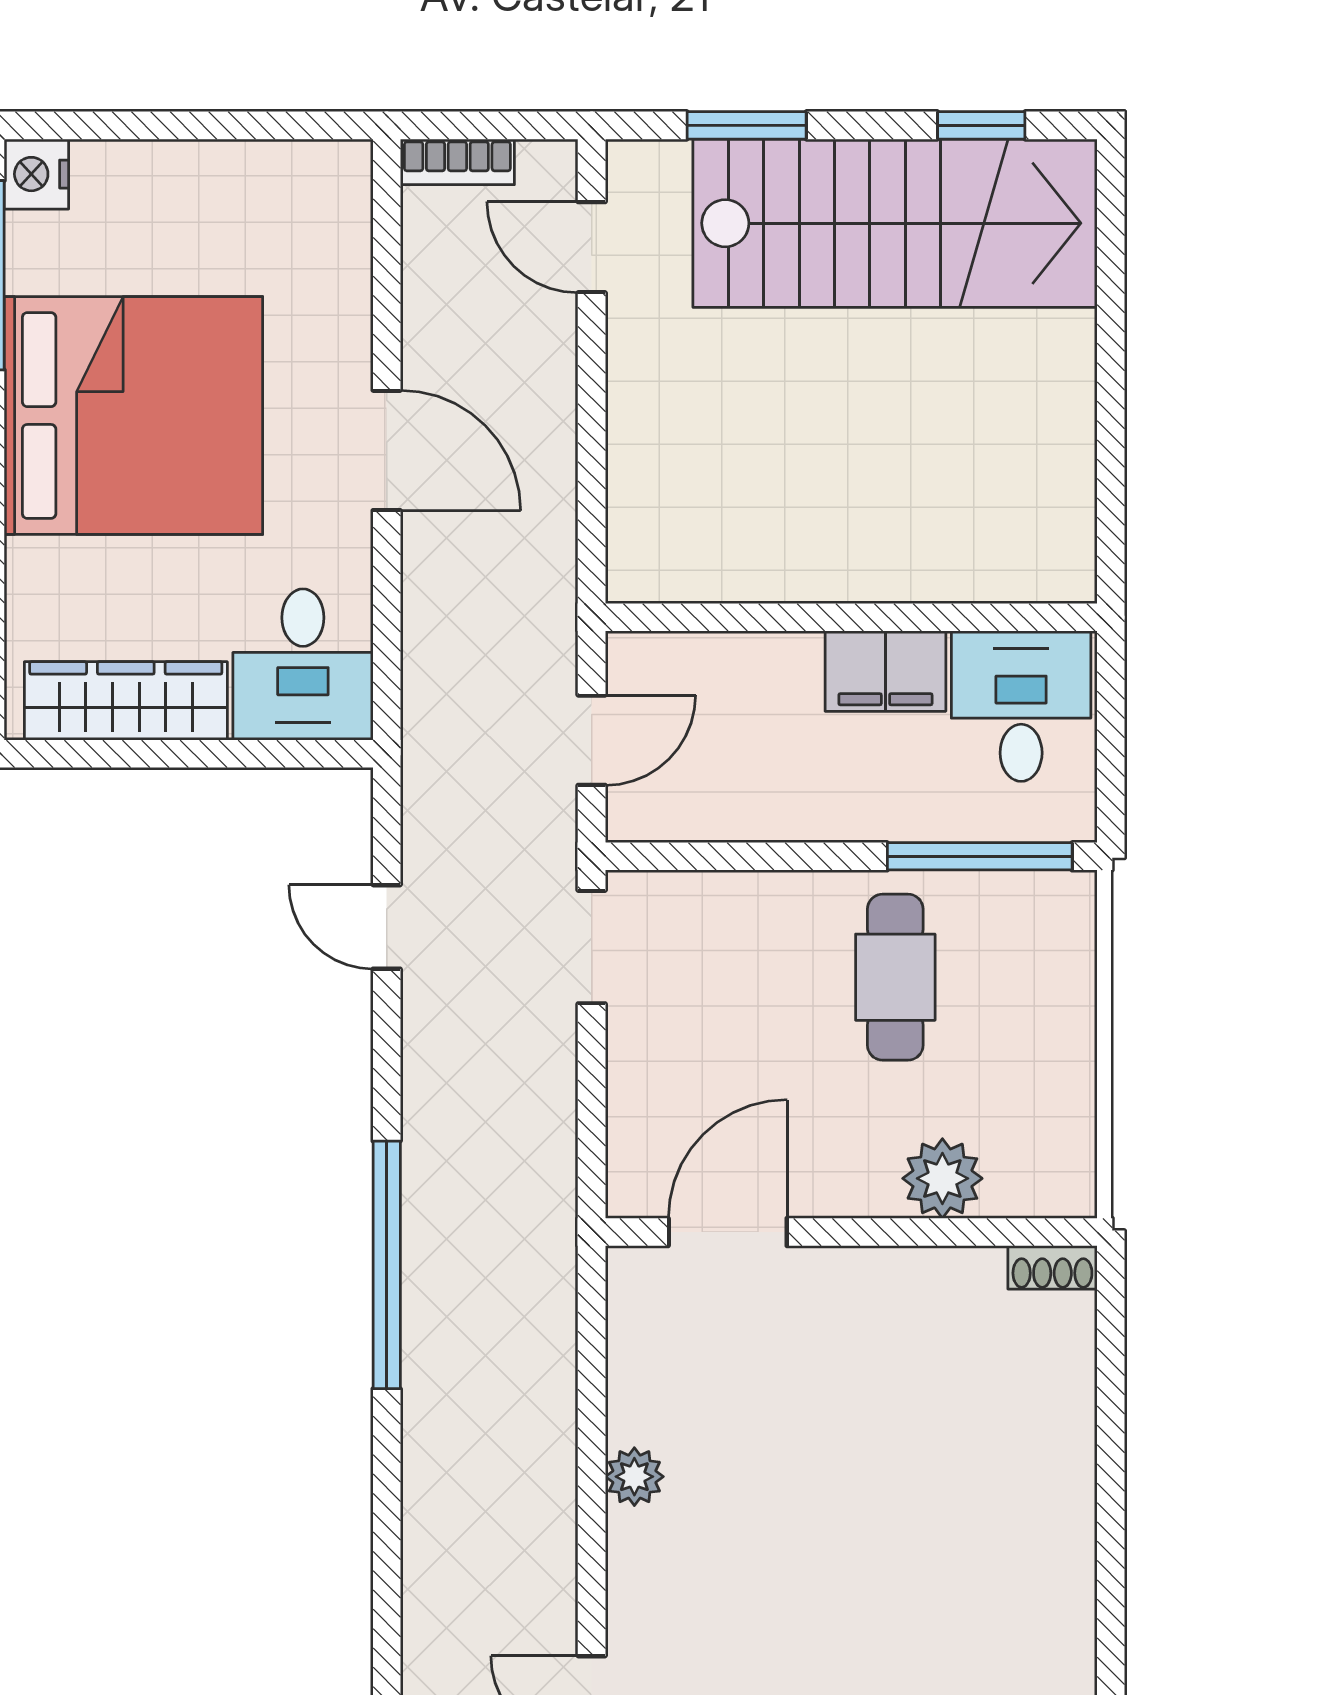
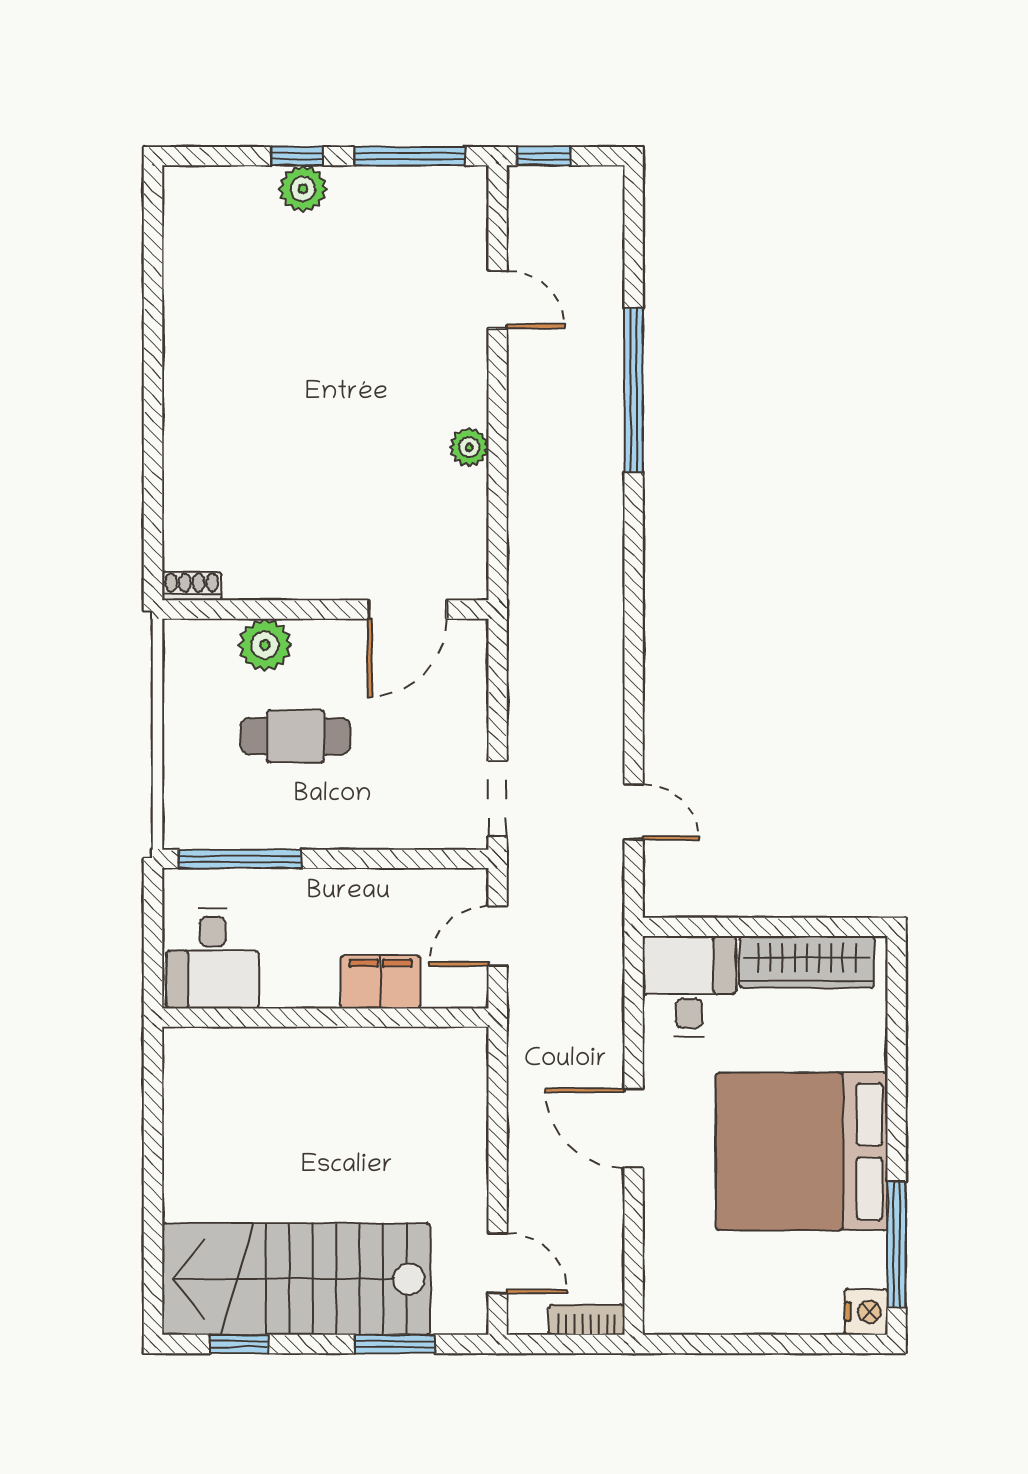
filing cabinet: (885, 671) -> (380, 982), moved
cafe table: (895, 977) -> (296, 736), moved, turned 90
window: (387, 1265) -> (634, 390), moved

